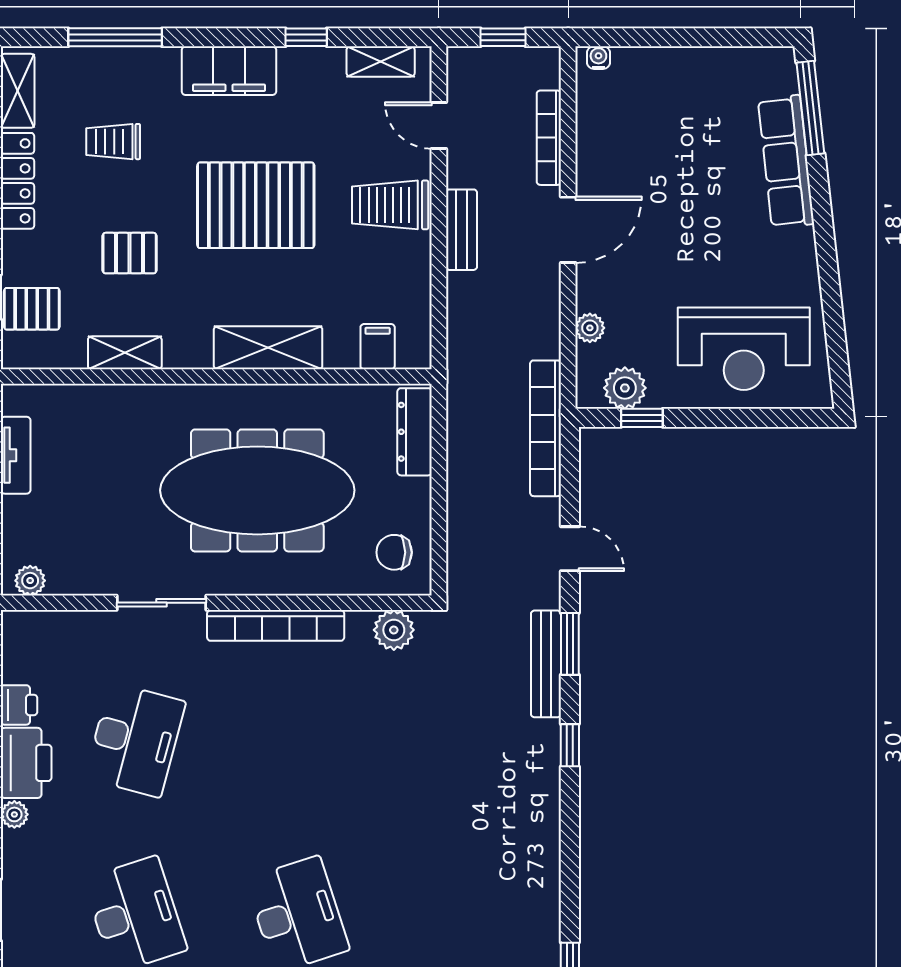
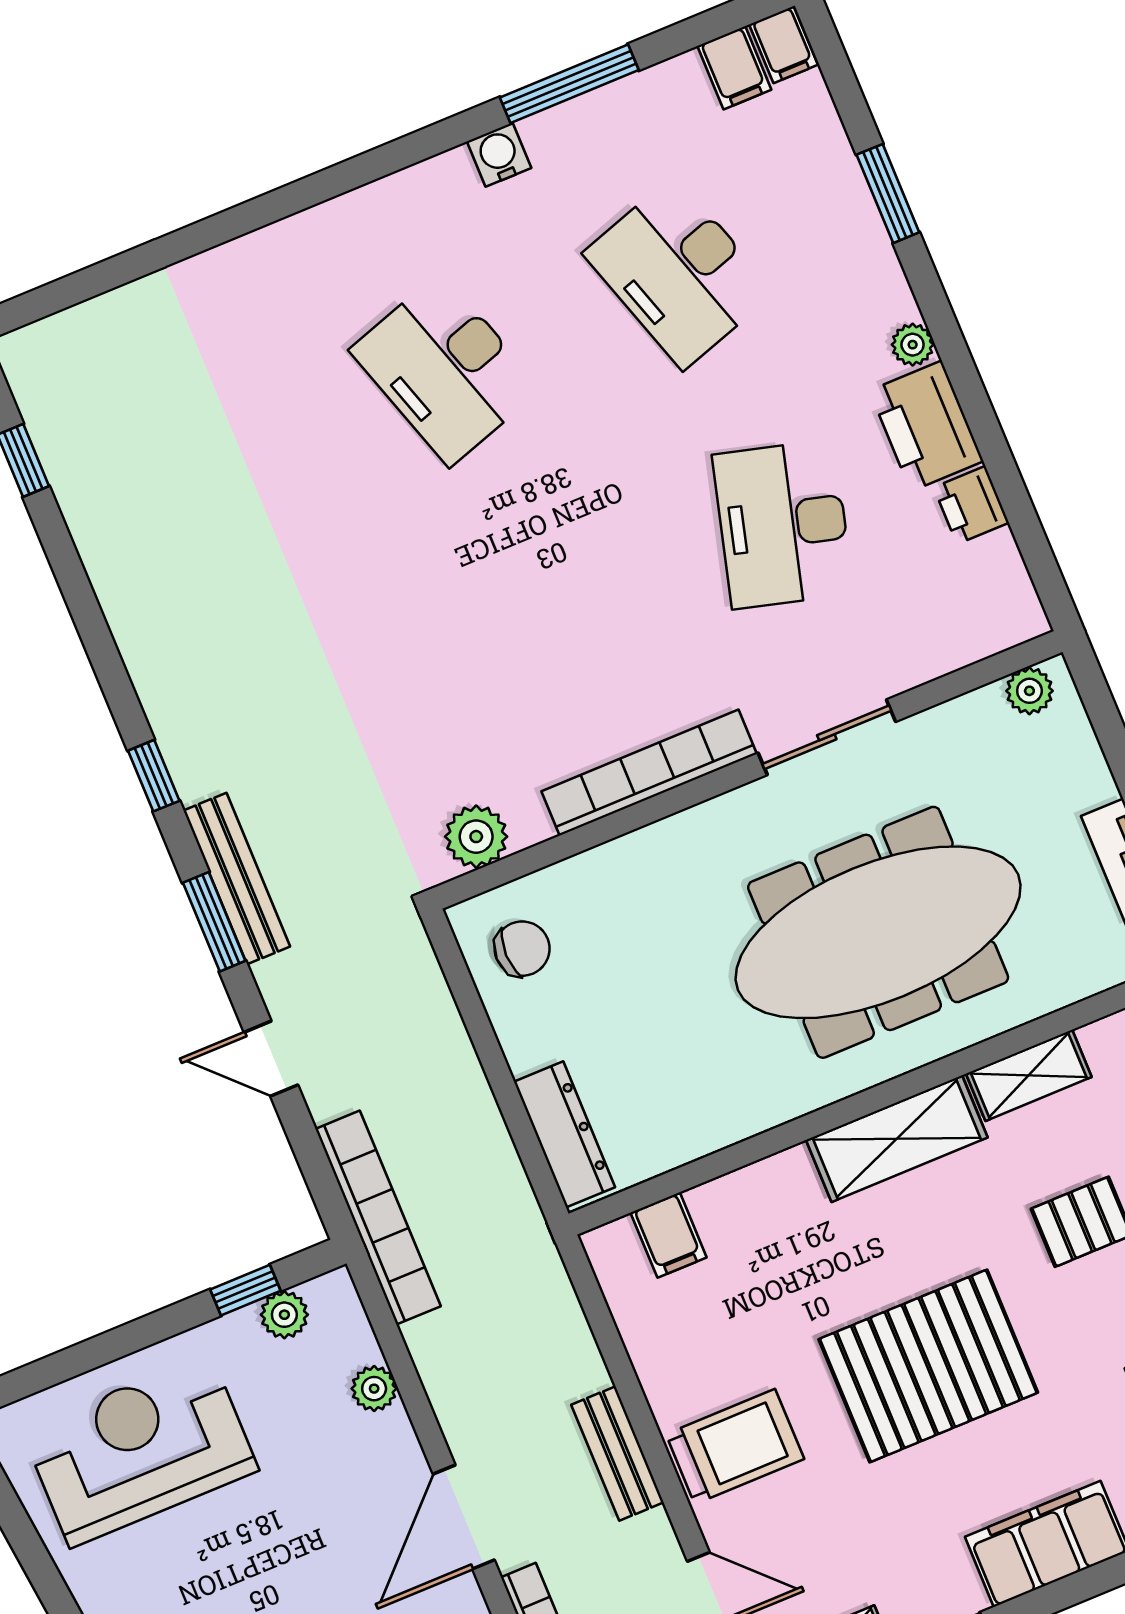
shelving: (268, 348) -> (897, 1139), moved
plant: (625, 388) -> (284, 1315), width x0.73, depth x0.73
meeting table: (257, 490) -> (878, 932), moved

